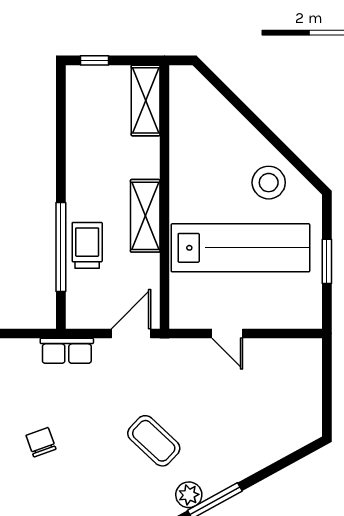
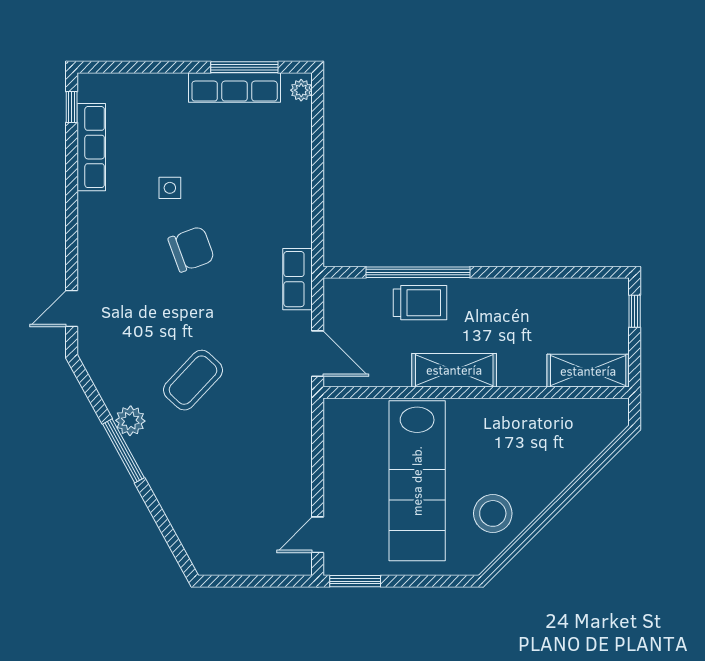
window: (327, 261) -> (355, 581), moved
door: (227, 333) -> (318, 535), moved
chair: (41, 442) -> (191, 249), width x1.37, depth x1.37

